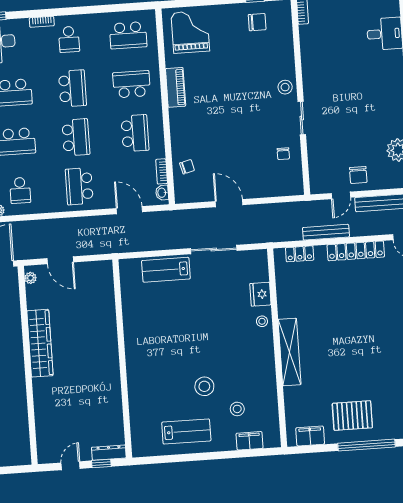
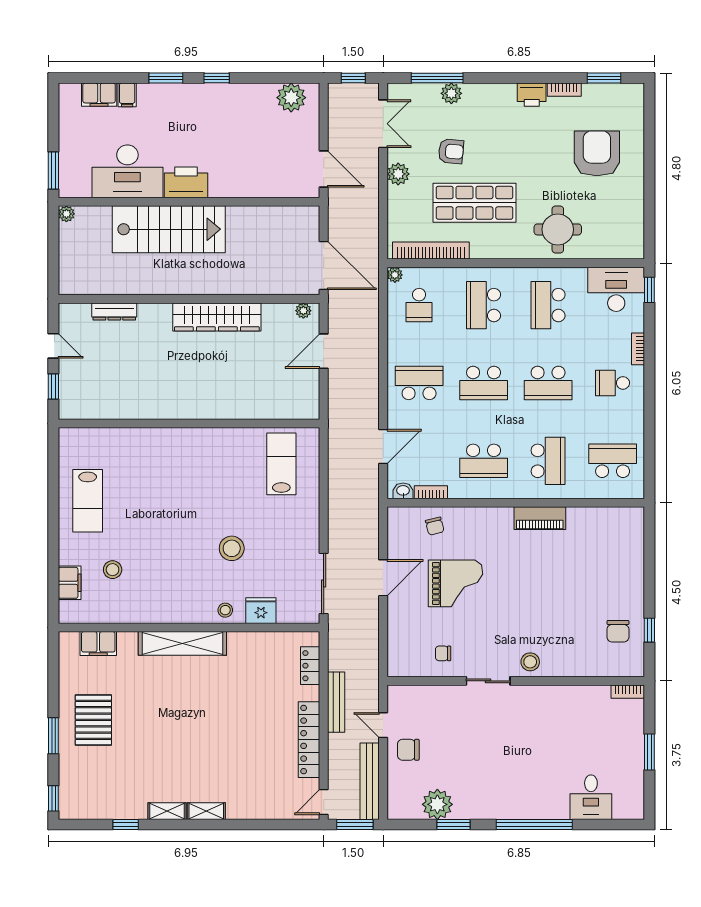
grand piano: (190, 32) -> (455, 583), moved
school desk: (128, 35) -> (613, 461), turned 90
school desk: (20, 190) -> (419, 305), turned -90
sliding door: (214, 250) -> (324, 584), moved
lab bench: (166, 270) -> (281, 464), moved
stool: (204, 386) -> (232, 548), moved
filing cabinet: (310, 436) -> (98, 644), moved, turned 90
window: (366, 445) -> (53, 736), width x0.47
dresser: (109, 453) -> (114, 311), moved, turned 90

